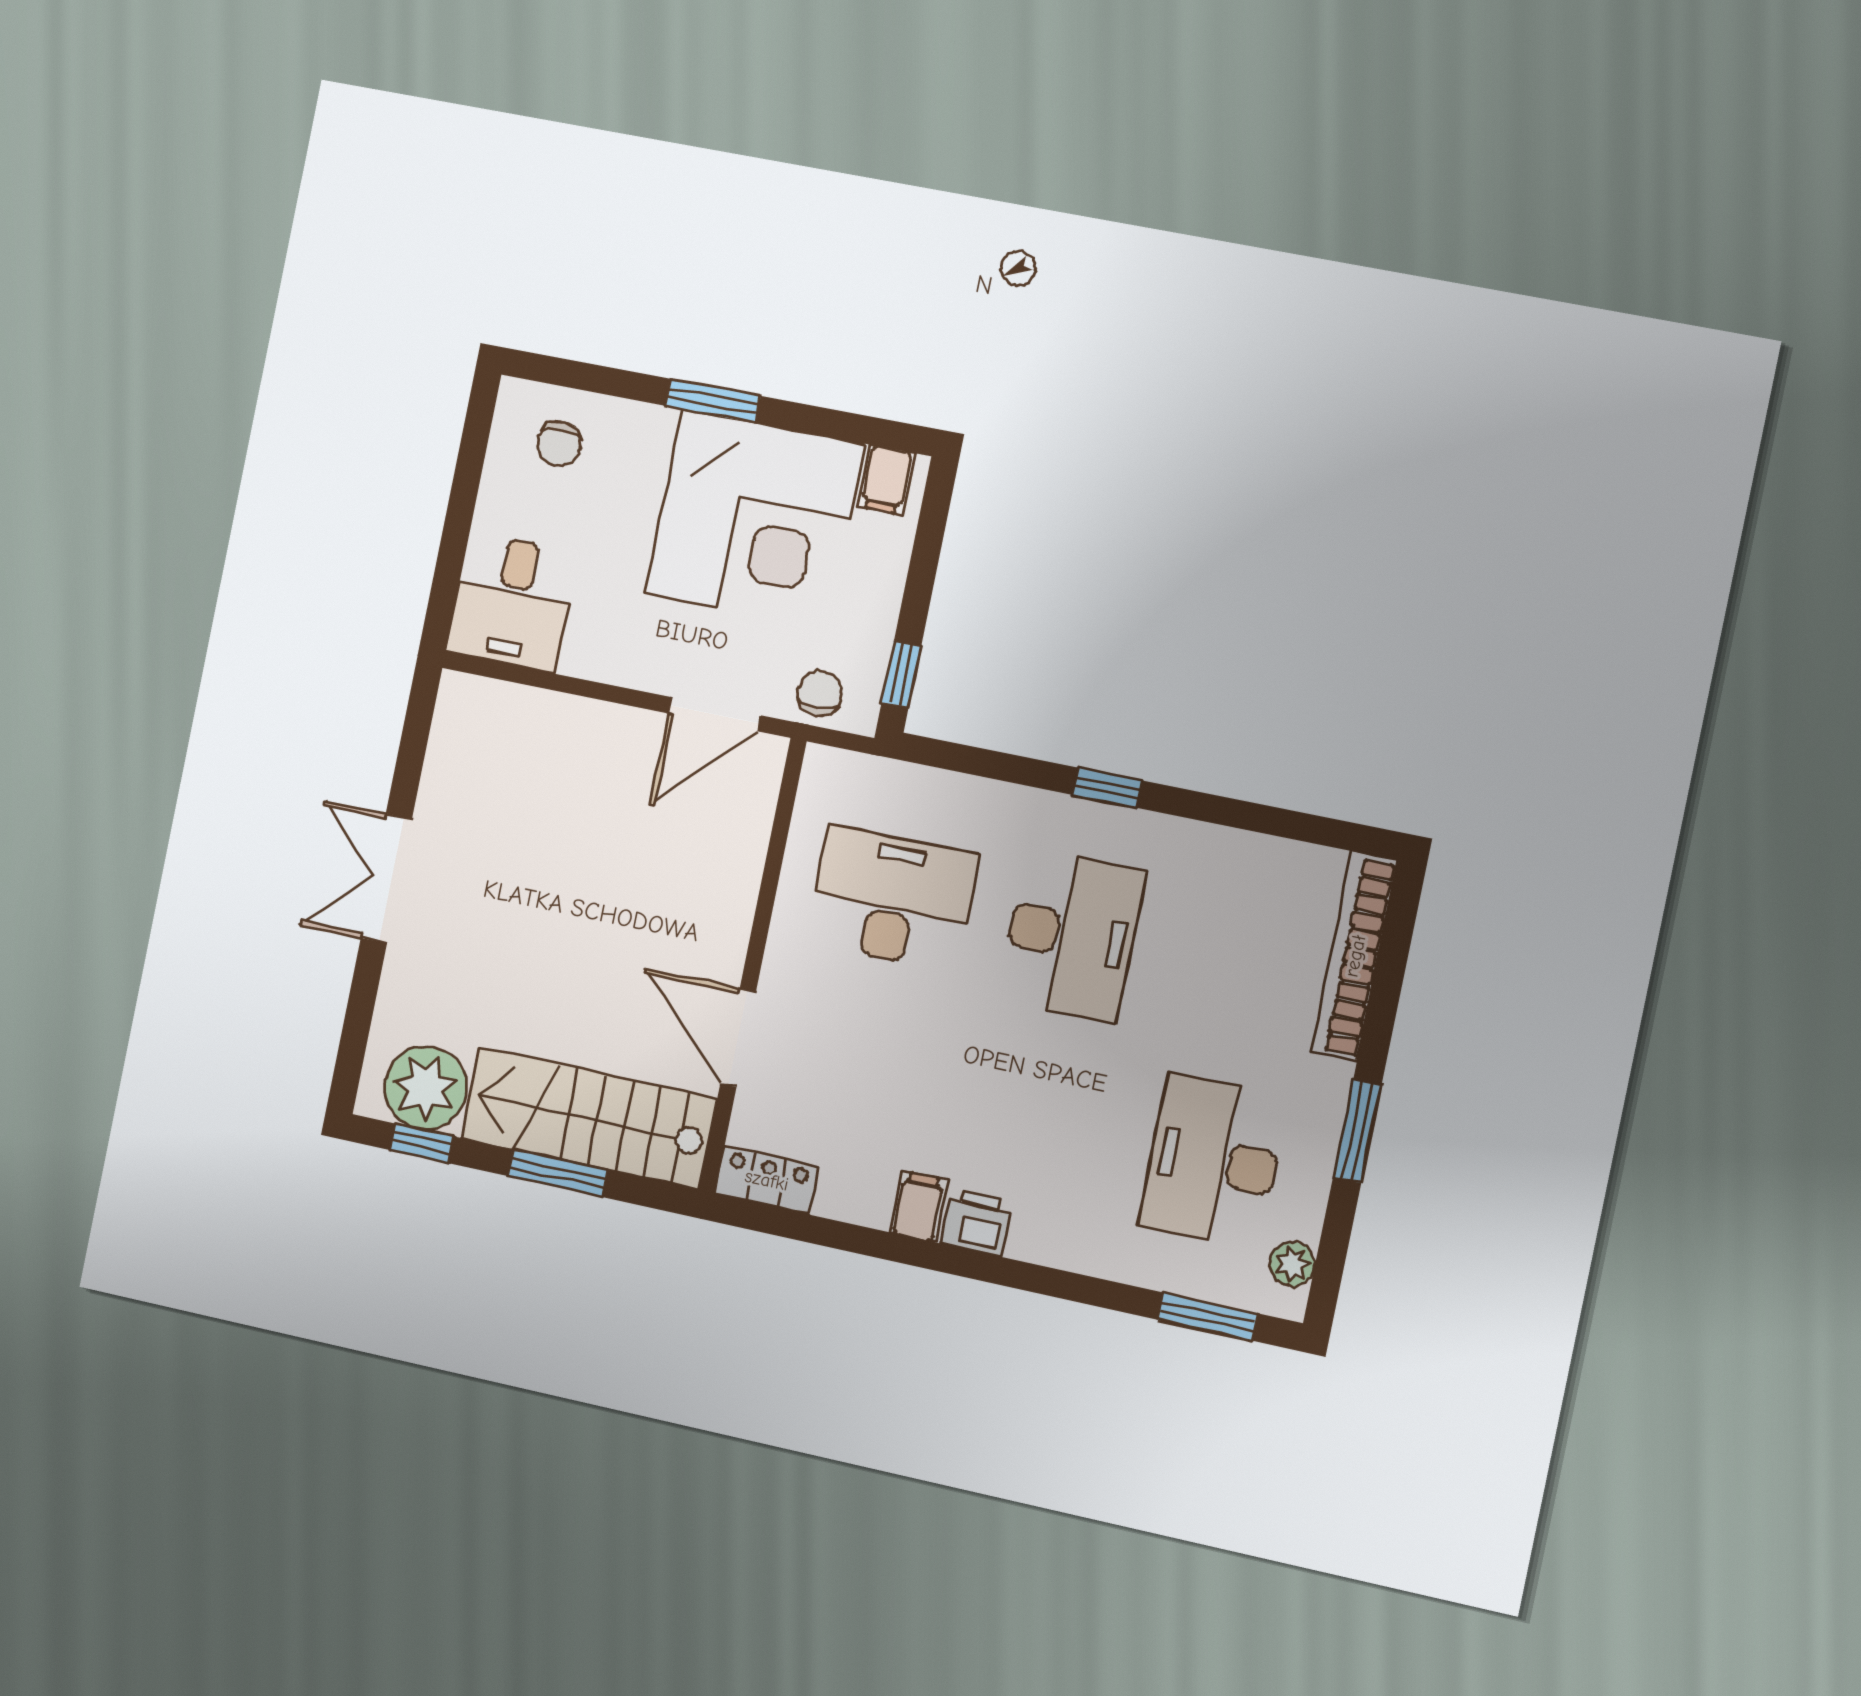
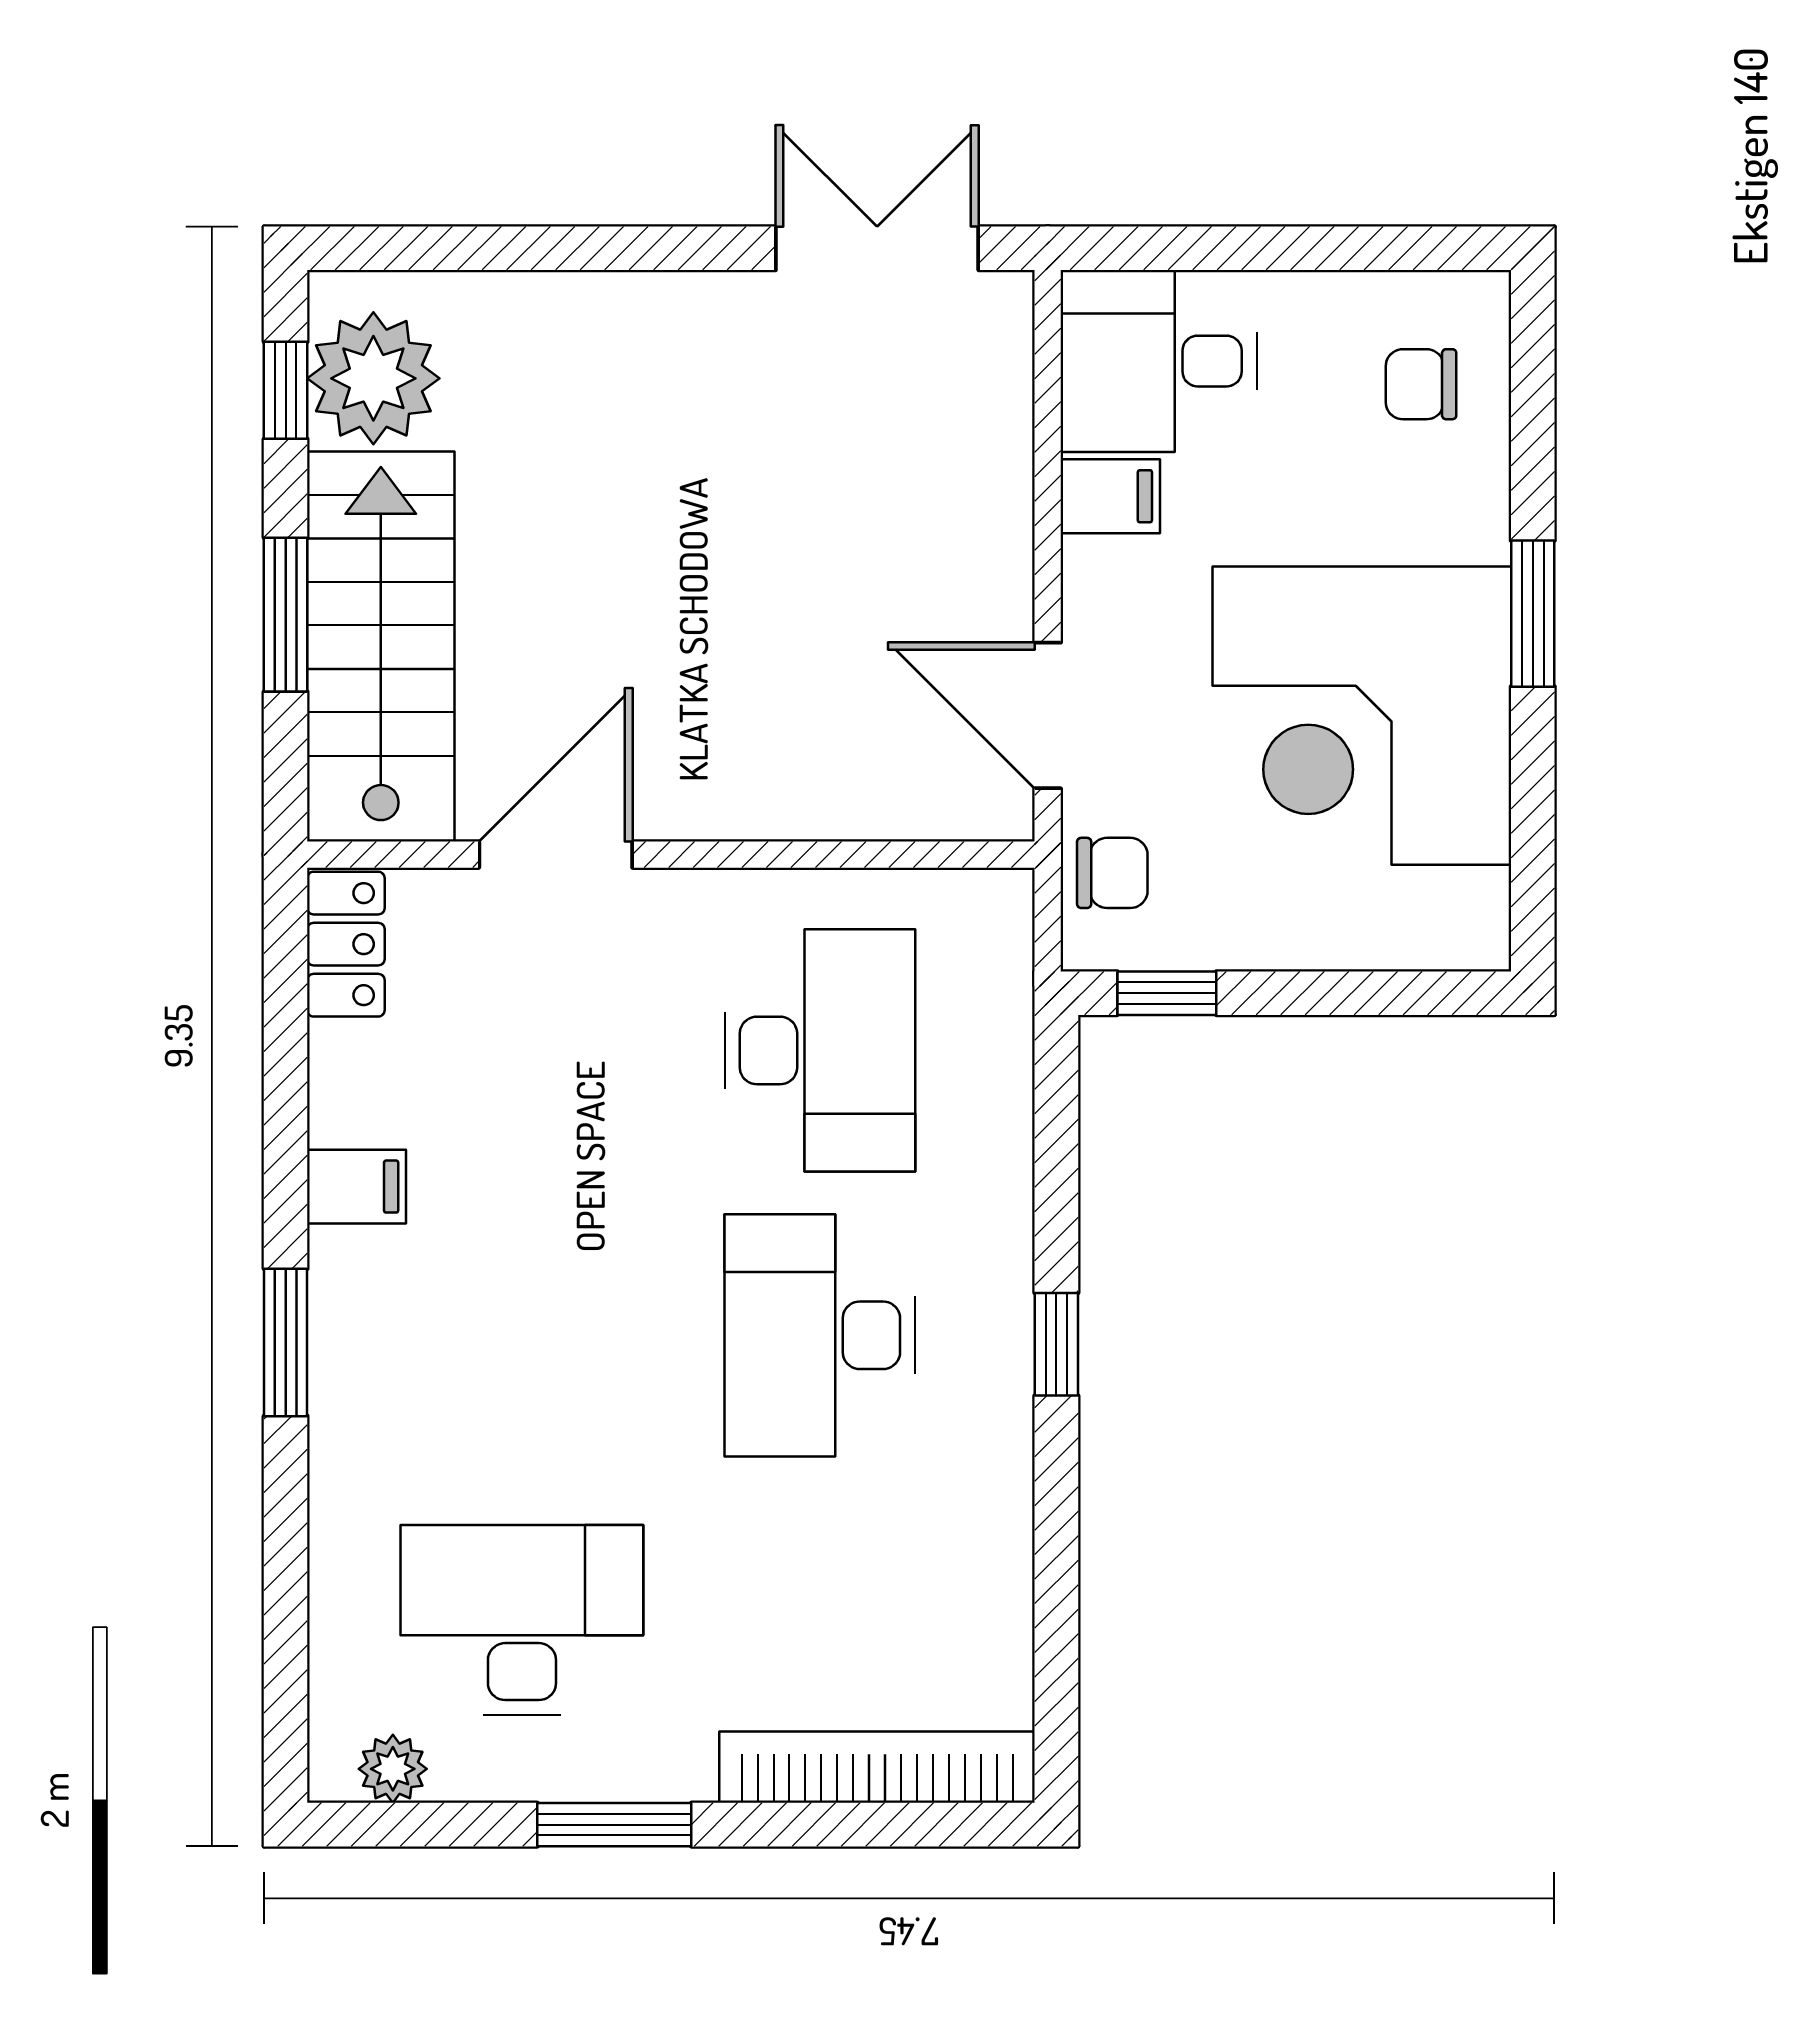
filing cabinet: (886, 480) -> (1110, 496), moved, turned 180
double door: (386, 878) -> (877, 248), moved
desk: (1071, 935) -> (820, 1335), turned 90
printer: (976, 1222) -> (351, 1279), removed
window: (1208, 1317) -> (286, 1342), moved

